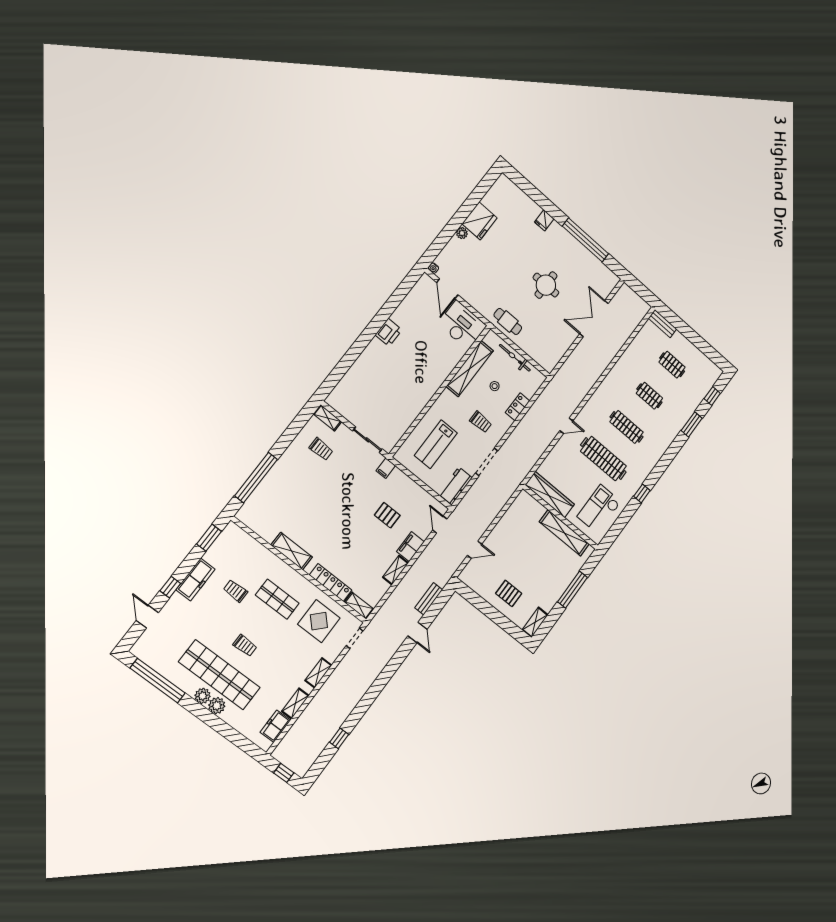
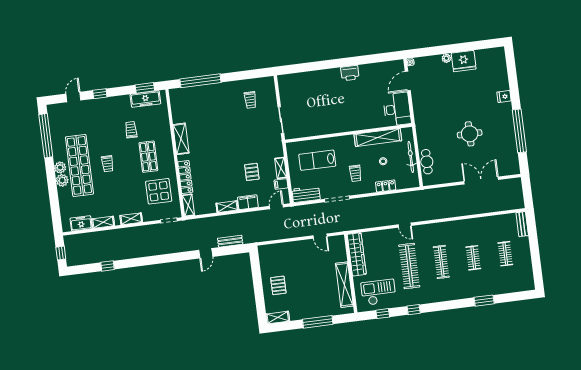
cafe table: (508, 321) -> (427, 162), moved
window: (712, 396) -> (383, 314), moved
shelving: (327, 418) -> (281, 168), moved
filing cabinet: (386, 468) -> (281, 184), moved
door: (475, 550) -> (320, 236), moved
freezer: (196, 580) -> (145, 99), moved

